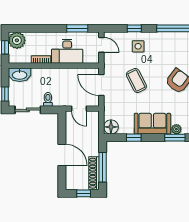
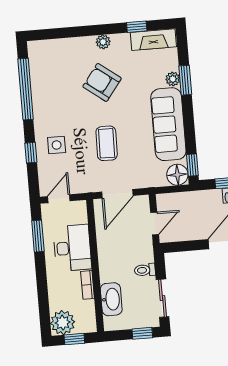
washbasin: (20, 75) -> (111, 299), moved
coffee table: (136, 80) -> (107, 143), turned -62
sofa: (152, 124) -> (168, 124), width x1.36
window: (134, 138) -> (192, 165), moved

